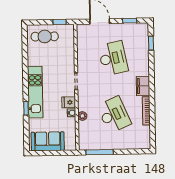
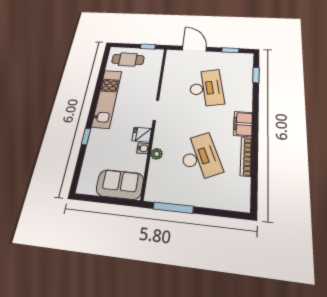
kitchen unit: (35, 92) -> (107, 98), moved
sofa: (48, 141) -> (120, 184), moved

